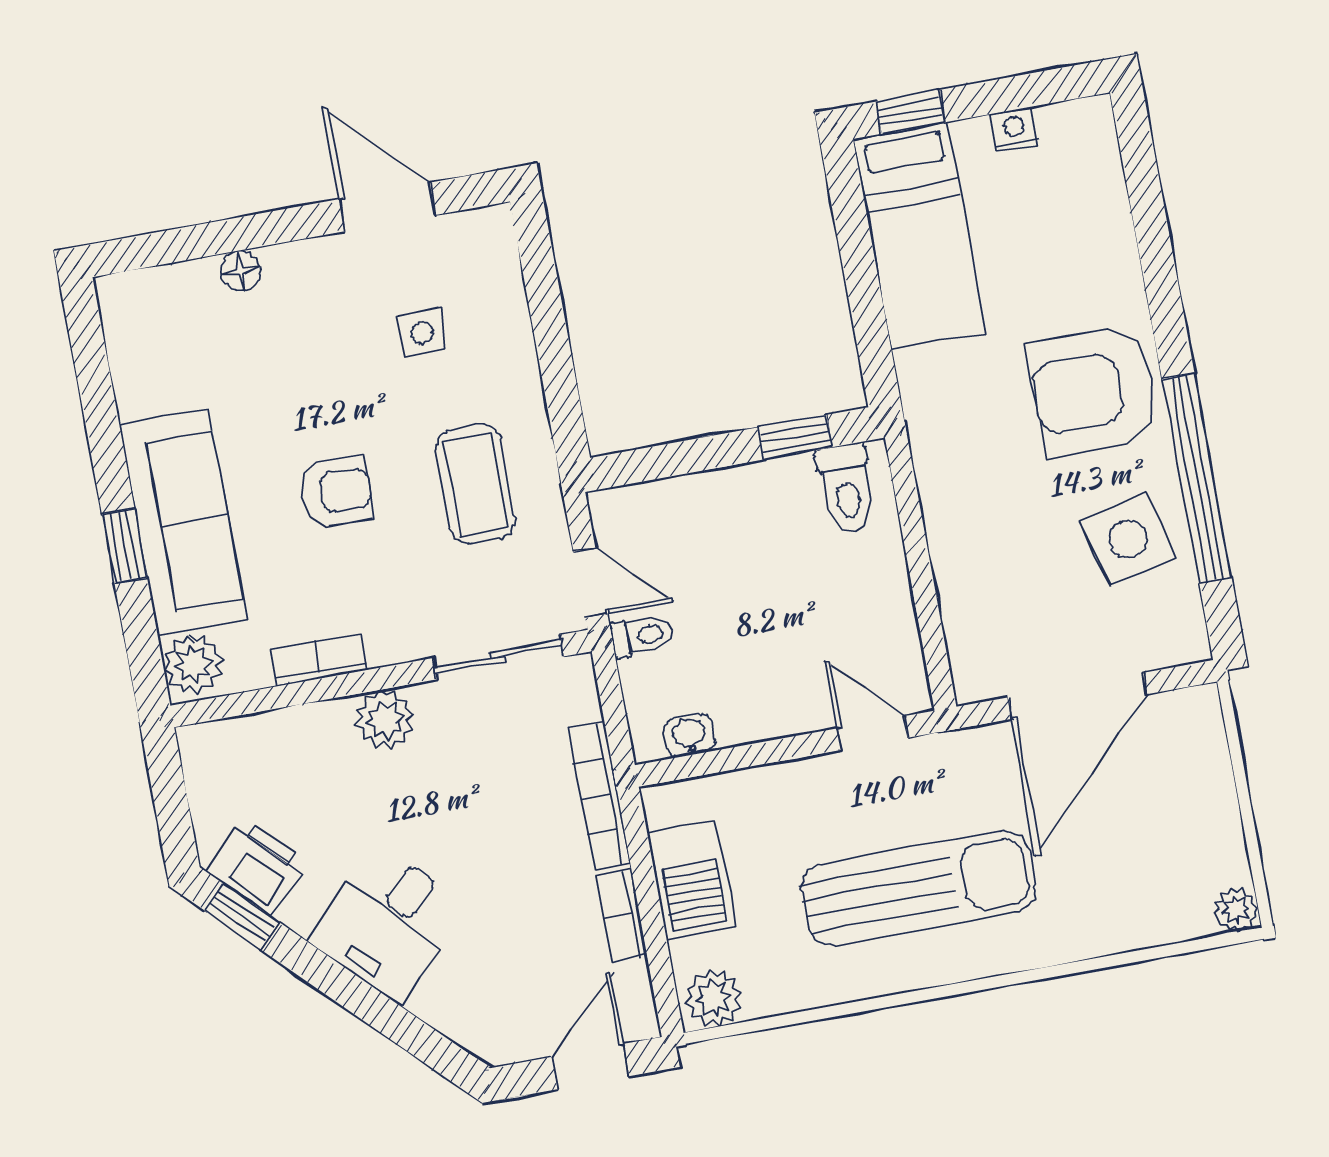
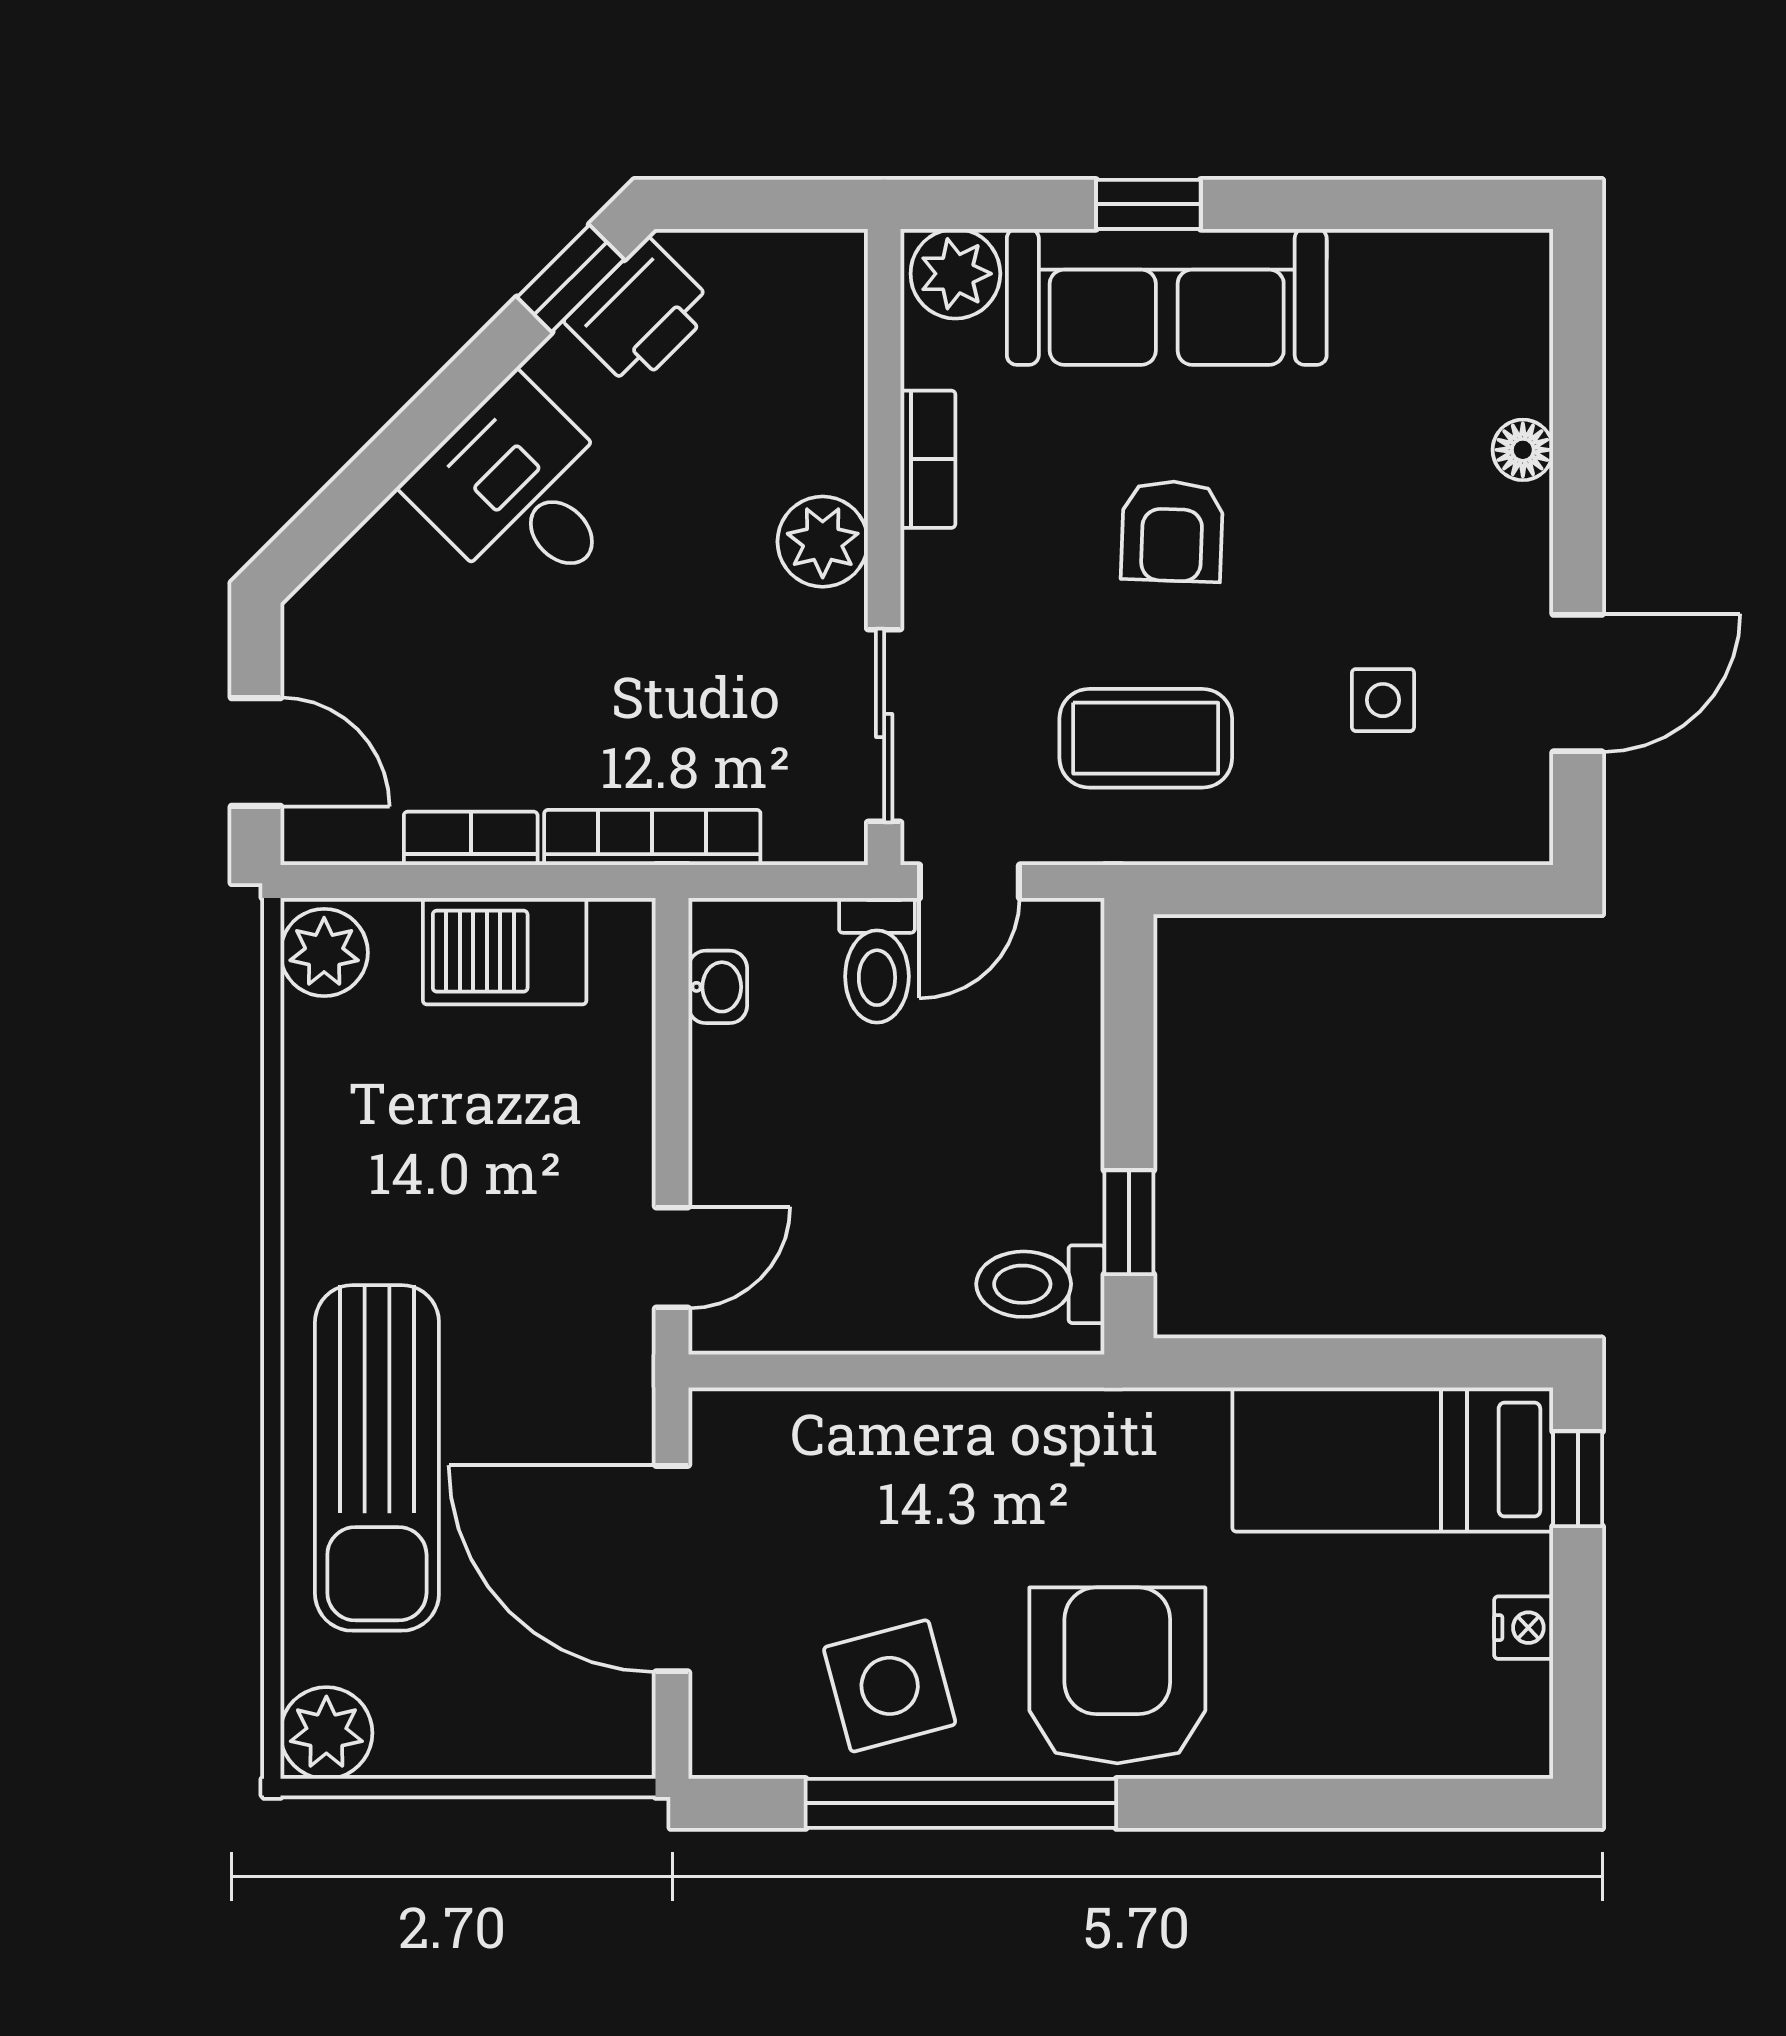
toilet: (642, 636) -> (877, 960), width x1.37, depth x1.39
sun lounger: (919, 888) -> (377, 1458), moved
plant: (1236, 910) -> (326, 1733), width x1.38, depth x1.38

